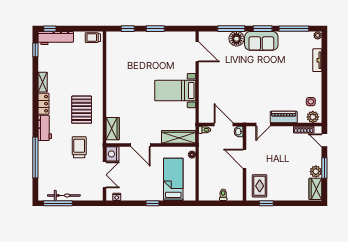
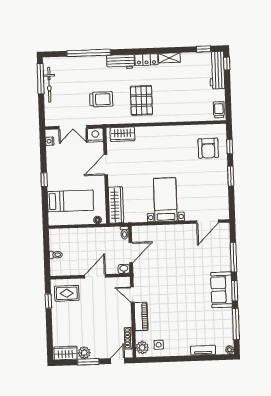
floor lamp: (236, 39) -> (223, 263), removed
armchair: (128, 49) -> (208, 148), added
pallet: (82, 110) -> (141, 100), turned 90

